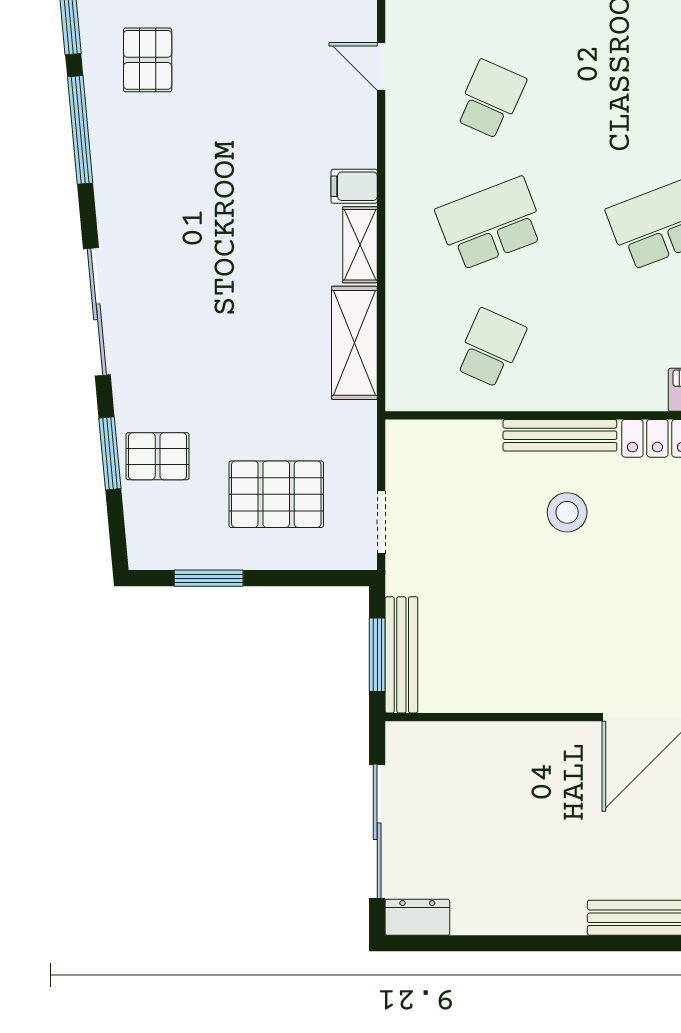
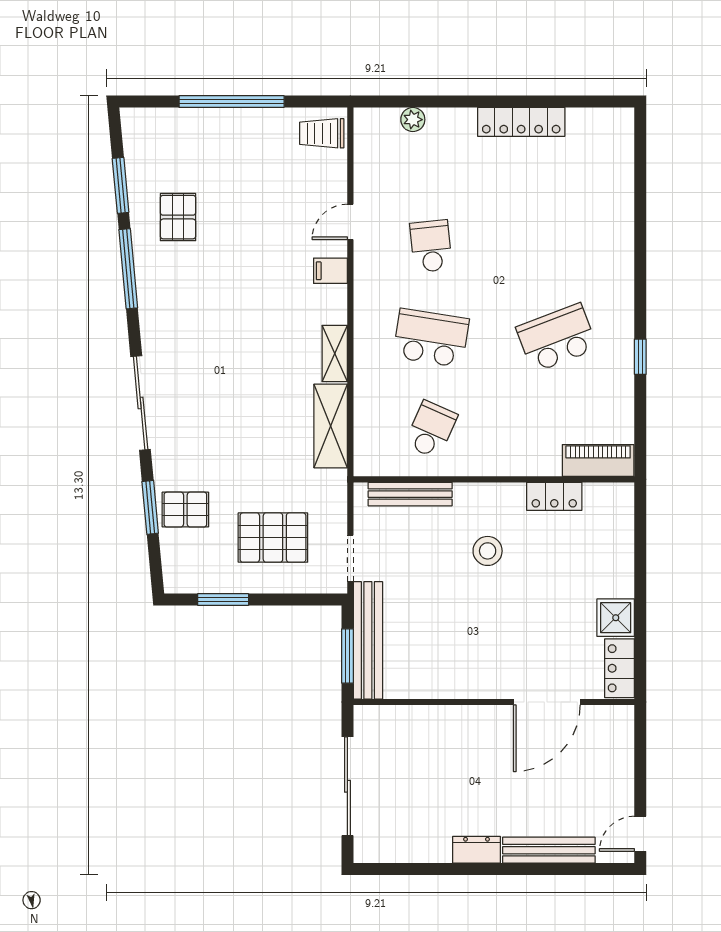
door: (381, 66) -> (350, 222), hinge flipped
school desk: (490, 99) -> (431, 246), turned -30
filing cabinet: (354, 186) -> (330, 271), moved
school desk: (490, 224) -> (431, 338), turned 30
bench: (560, 435) -> (410, 494), moved
bench: (401, 655) -> (368, 640), width x1.37, depth x1.21
dresser: (417, 917) -> (477, 850), moved

